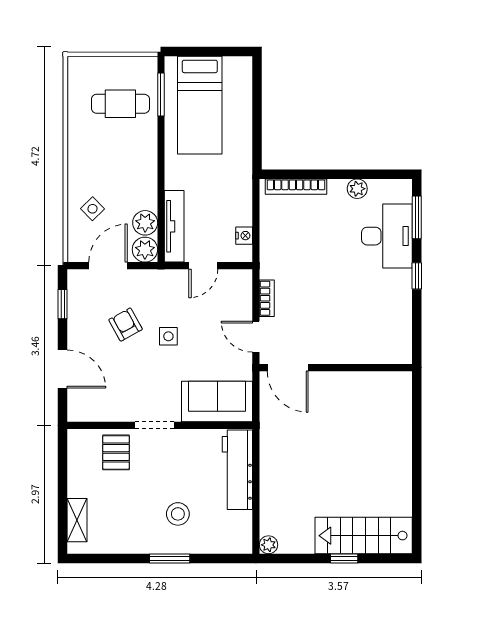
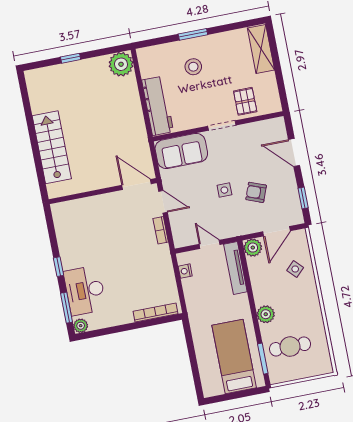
plant: (357, 189) -> (81, 326), moved
plant: (145, 223) -> (266, 314), moved
door: (203, 266) -> (210, 244), hinge flipped
armchair: (126, 325) -> (256, 192), turned 140
shelving: (77, 520) -> (261, 49), width x1.50, depth x1.33
stairs: (364, 536) -> (52, 147), moved, turned -90
plant: (268, 545) -> (121, 64), width x1.88, depth x1.88

